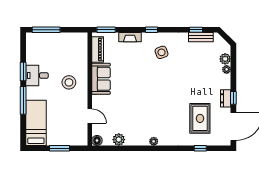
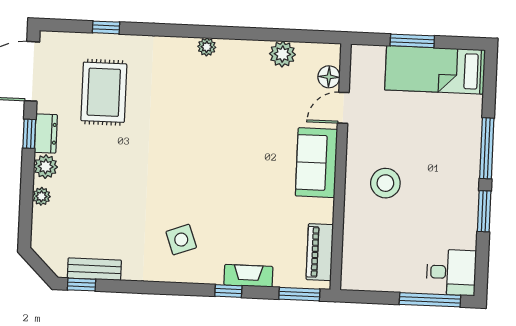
window: (152, 30) -> (228, 291), moved
window: (196, 30) -> (81, 285), moved
plant: (225, 59) -> (46, 167), moved
desk: (37, 75) -> (451, 272), moved
sofa: (101, 79) -> (316, 163), moved
door: (90, 116) -> (343, 108), hinge flipped
bed: (36, 123) -> (435, 70), moved, turned 90
floor lamp: (97, 140) -> (329, 77), moved

